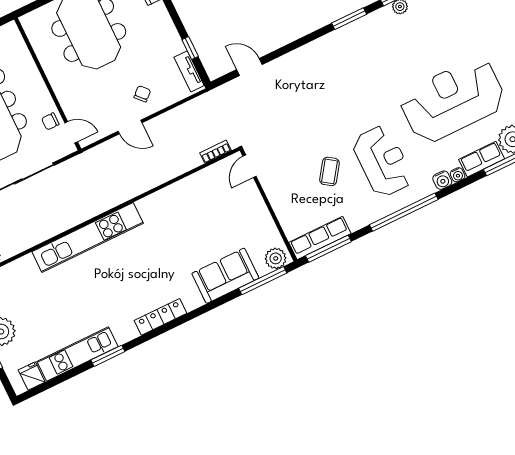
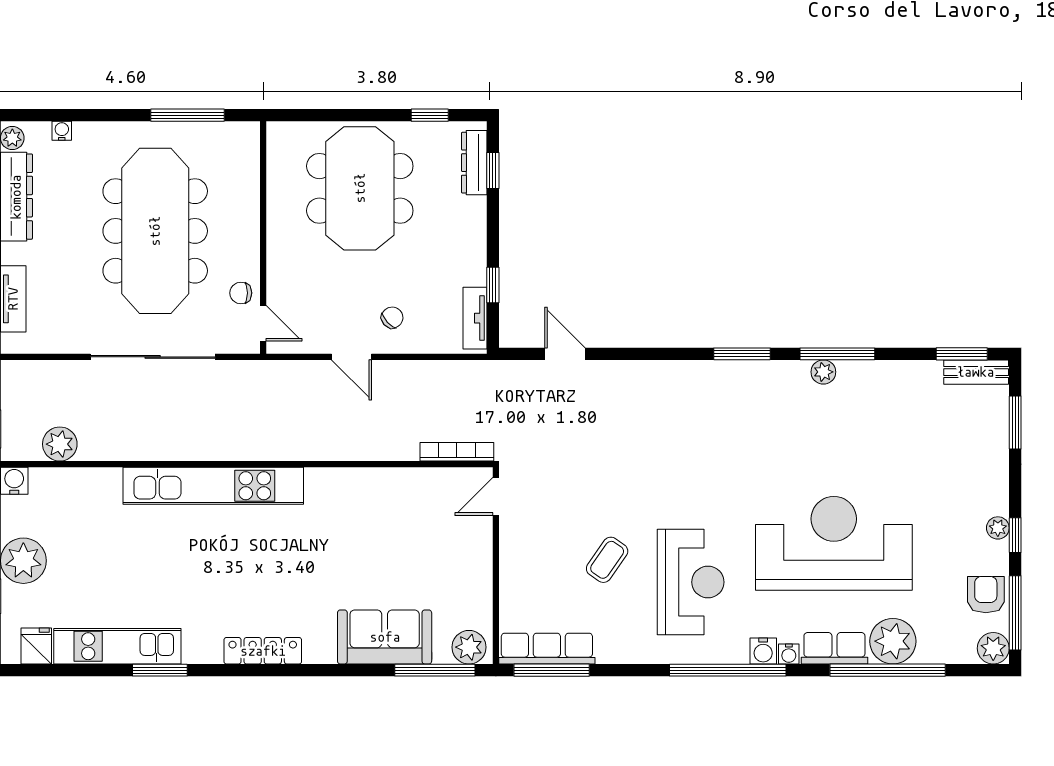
bookcase: (215, 152) -> (457, 452), width x1.56
window: (404, 212) -> (728, 670), moved

